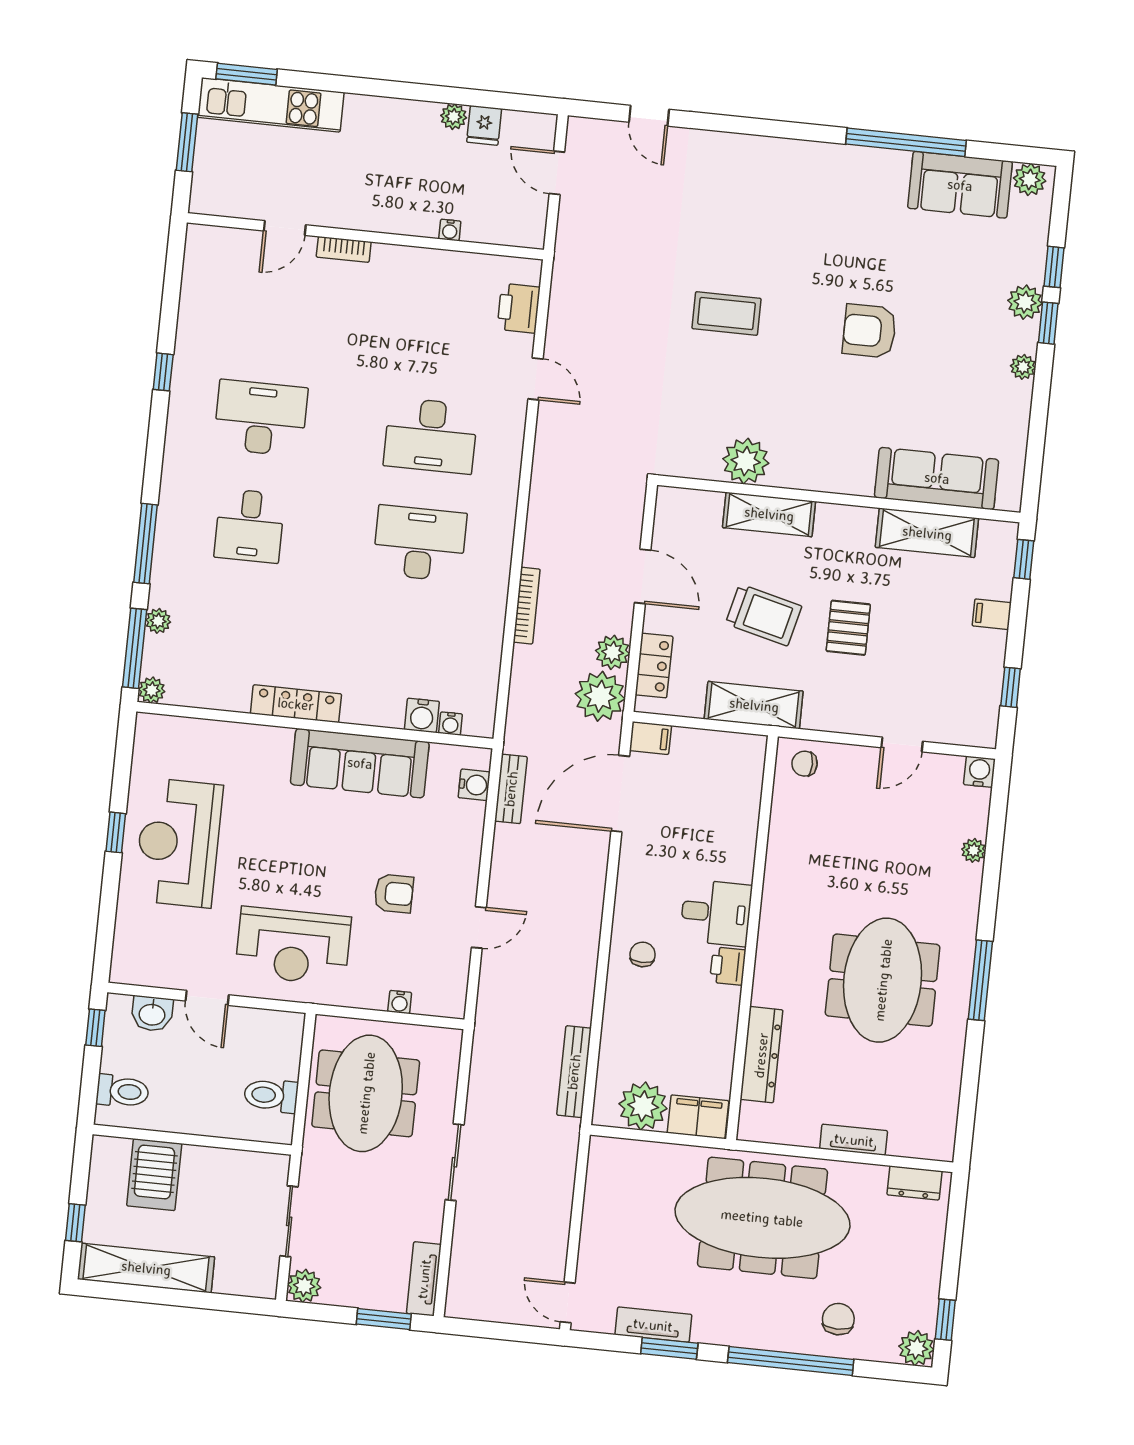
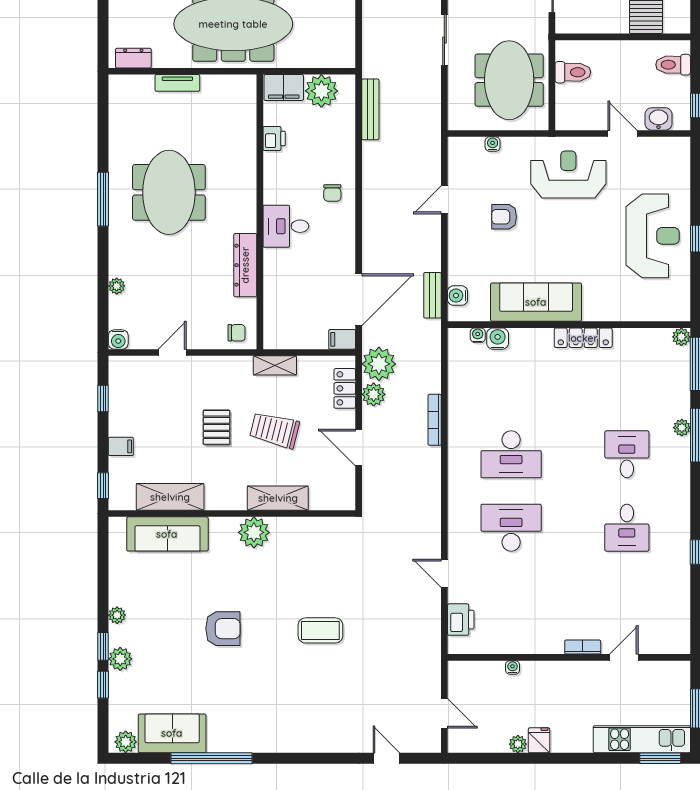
fridge: (484, 125) -> (539, 740), moved
desk: (261, 418) -> (627, 528), width x0.73
plant: (746, 461) -> (254, 532), moved
plant: (158, 621) -> (682, 428), moved
shelving: (754, 705) -> (275, 365), width x0.67, depth x0.75
printer: (728, 966) -> (274, 138), moved
dresser: (761, 1055) -> (245, 265), moved

